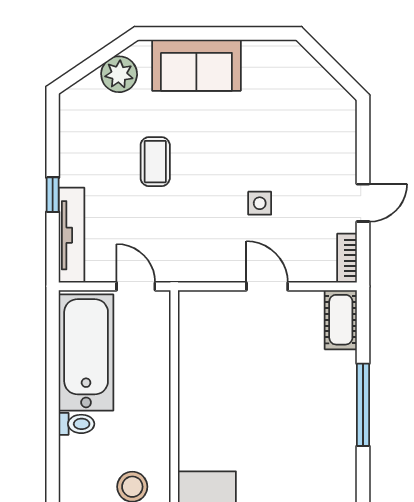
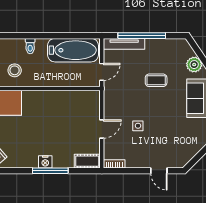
window: (53, 195) -> (142, 36), width x3.17
door: (363, 203) -> (159, 171), moved
nightstand: (343, 416) -> (45, 162), added
toilet: (77, 424) -> (30, 46), moved

